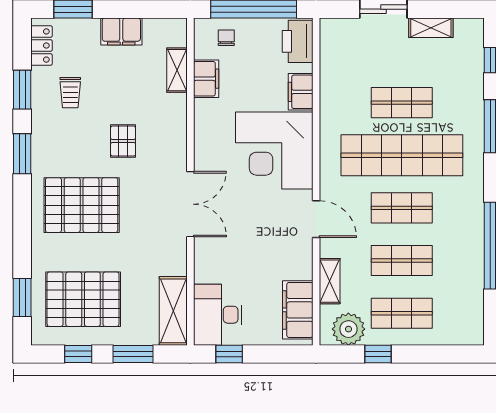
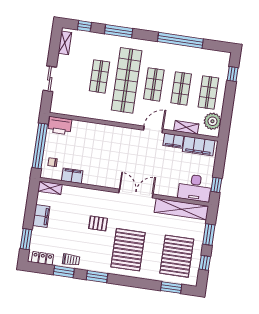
shelving: (431, 28) -> (65, 43), moved
shelving: (177, 70) -> (50, 188), moved
filing cabinet: (301, 92) -> (173, 141), moved
trolley: (70, 93) -> (71, 260), moved
corner desk: (274, 151) -> (115, 146), removed
shelving: (173, 311) -> (181, 209), width x1.47
window: (378, 354) -> (233, 74), moved

